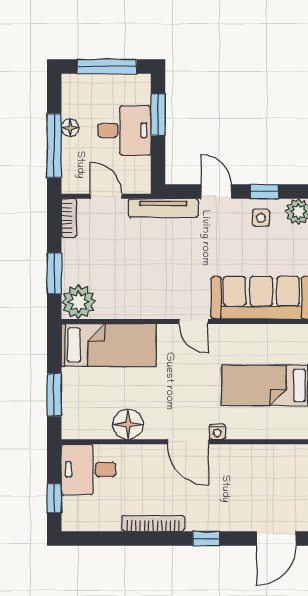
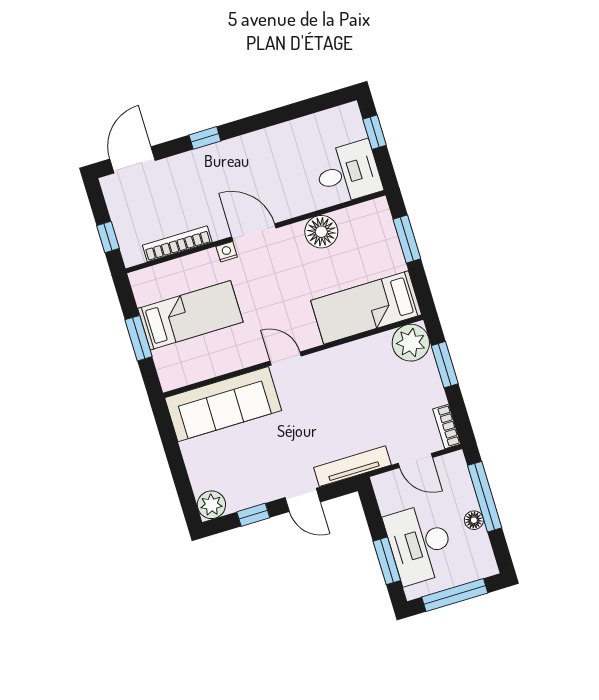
desk: (124, 130) -> (420, 544), width x1.37
side table: (261, 218) -> (249, 487), removed
bookcase: (153, 523) -> (177, 244), moved, turned 180

